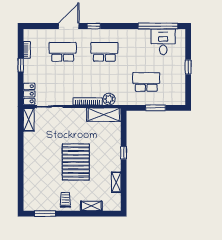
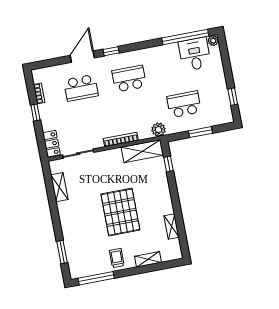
plant: (181, 33) -> (213, 41), added
school desk: (63, 52) -> (81, 88), turned 180
window: (188, 67) -> (233, 97), moved
plant: (109, 99) -> (158, 130), moved
shelving: (29, 120) -> (59, 187), moved
window: (124, 153) -> (168, 164), moved
window: (21, 186) -> (62, 252), added
window: (45, 214) -> (96, 278), width x1.44

